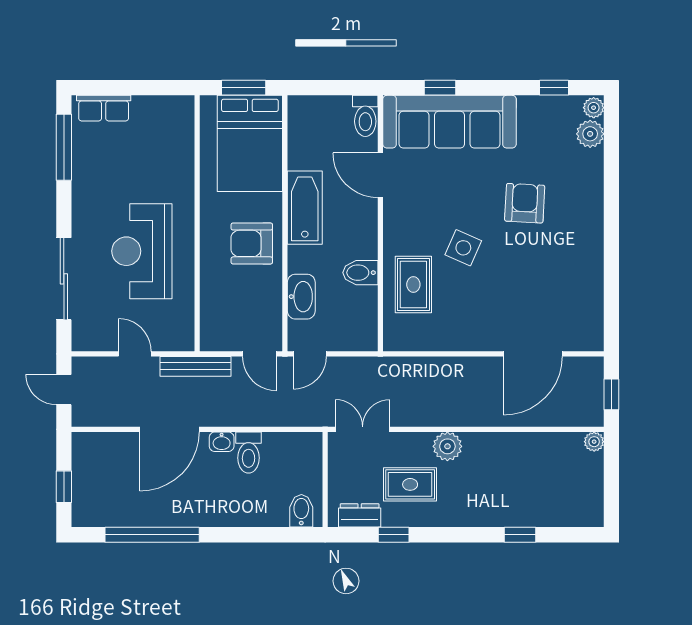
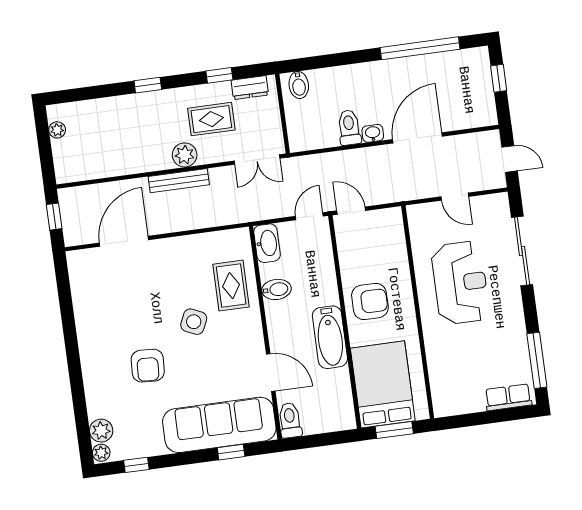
washbasin: (301, 297) -> (267, 243), moved, turned 180
bench: (196, 366) -> (179, 181), moved
plant: (594, 442) -> (57, 130), moved
window: (520, 535) -> (148, 85), moved

